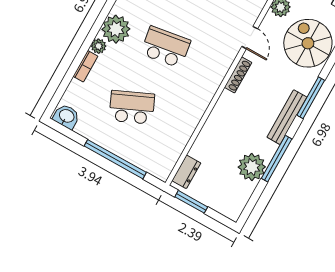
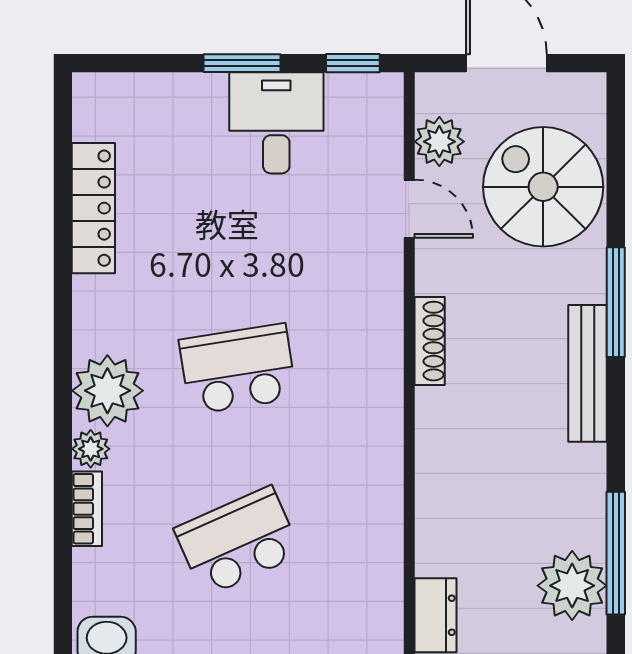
door: (250, 38) -> (409, 209), moved
window: (277, 159) -> (616, 553), moved
plant: (252, 167) -> (572, 586), moved

